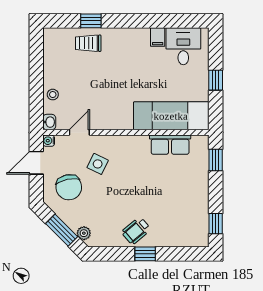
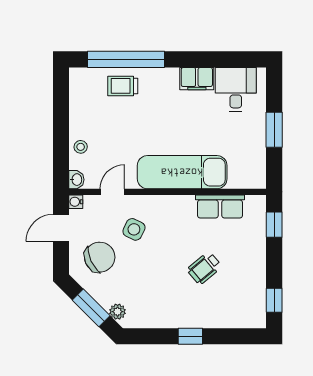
window: (91, 21) -> (126, 59), width x3.17
filing cabinet: (158, 37) -> (197, 79), width x2.00
window: (216, 80) -> (274, 130), width x1.50
exam couch: (171, 116) -> (182, 172), moved
chair: (69, 187) -> (100, 257), turned -103
wheelchair: (136, 231) -> (204, 268), moved

